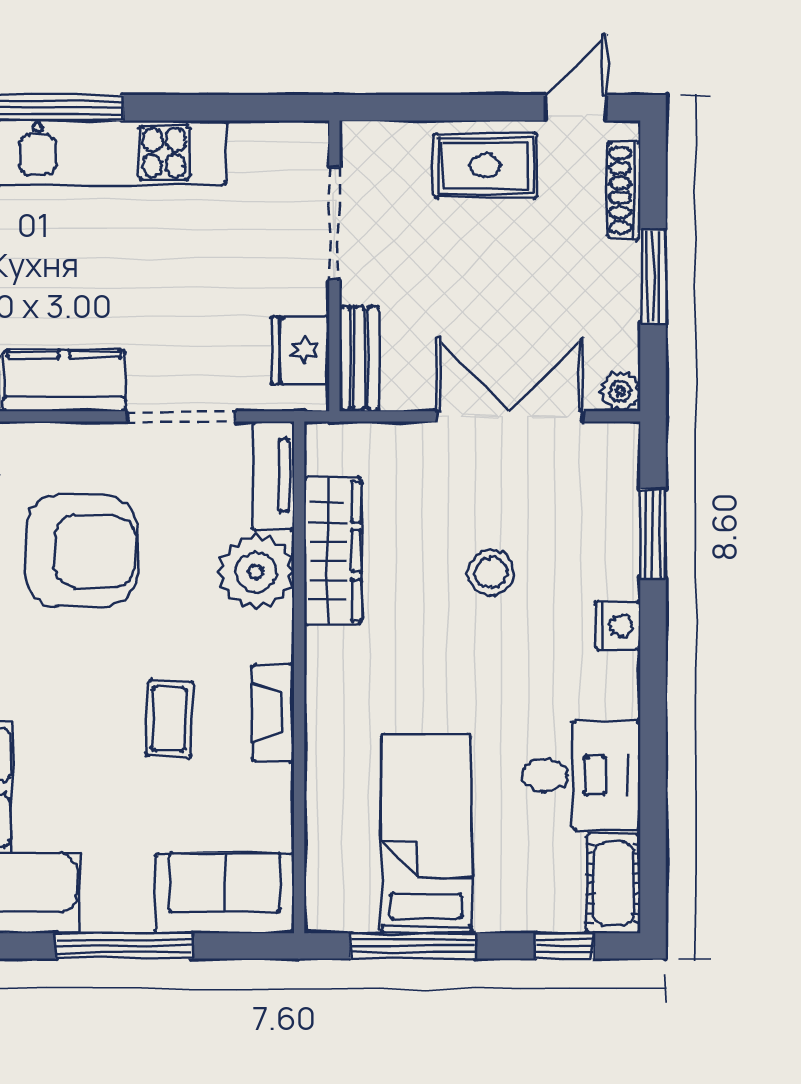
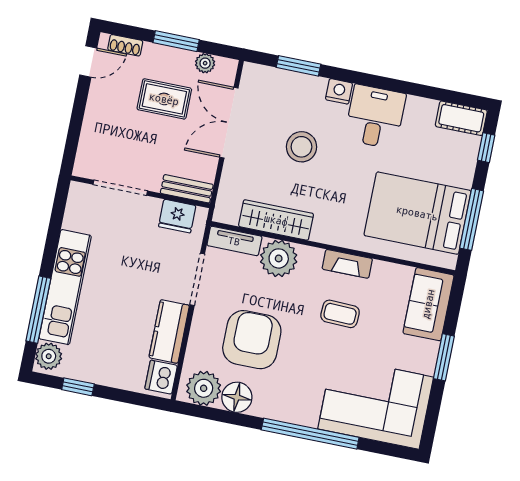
door: (576, 108) -> (88, 62), swing flipped
rug: (485, 166) -> (164, 99), moved, turned 90
shoe rack: (624, 190) -> (125, 45), width x0.70
plant: (620, 391) -> (205, 63), moved
stool: (491, 573) -> (301, 147), width x1.38, depth x1.38
desk: (581, 775) -> (375, 117), moved
bed: (426, 834) -> (417, 213), width x1.50
window: (124, 946) -> (444, 357), width x0.69

